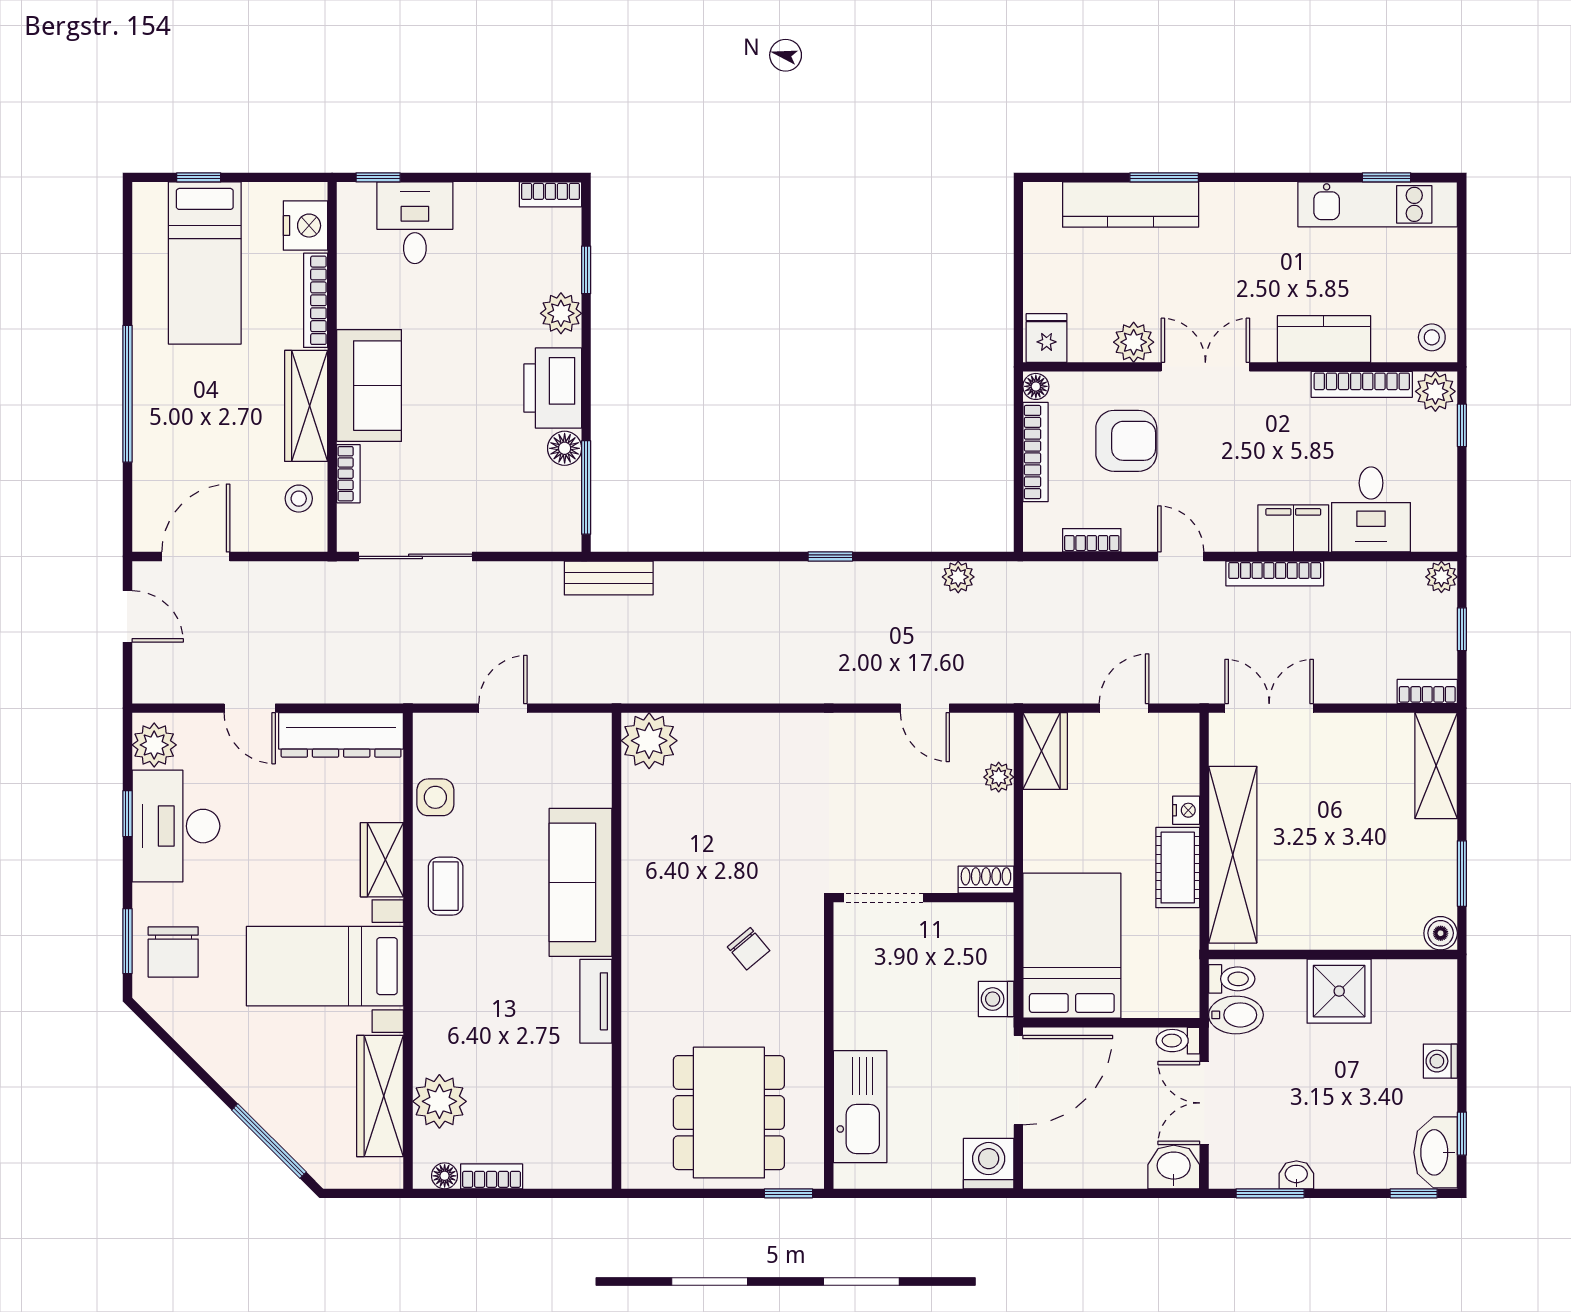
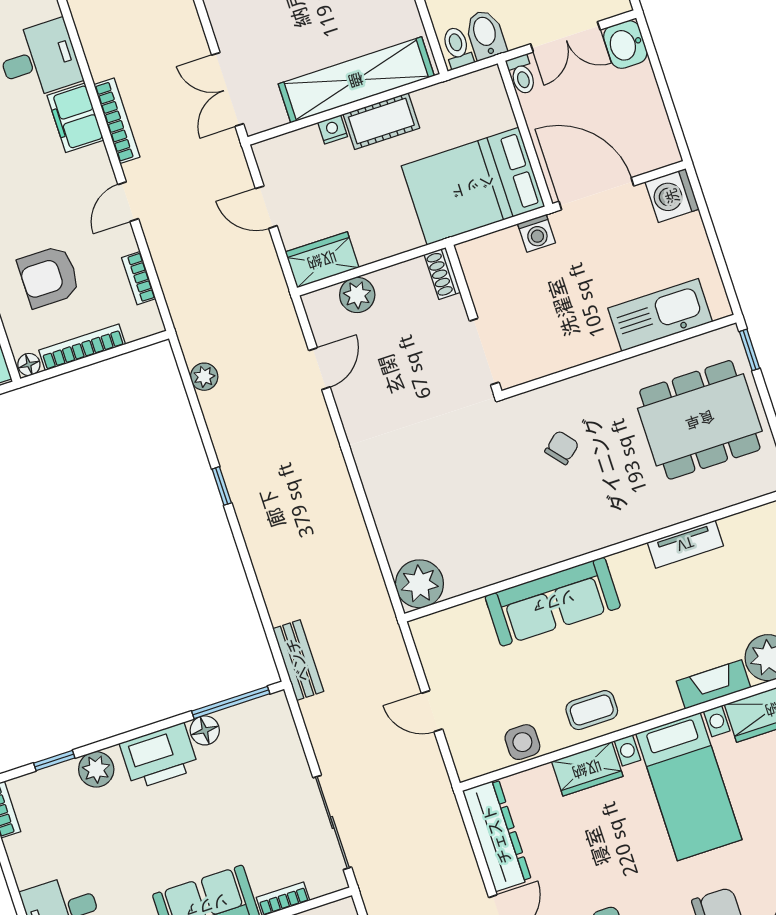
armchair: (1126, 441) -> (49, 277), turned -90
plant: (999, 777) -> (357, 295), width x1.38, depth x1.38
tv unit: (596, 1001) -> (685, 544), moved
fireplace: (430, 1031) -> (714, 684), added

